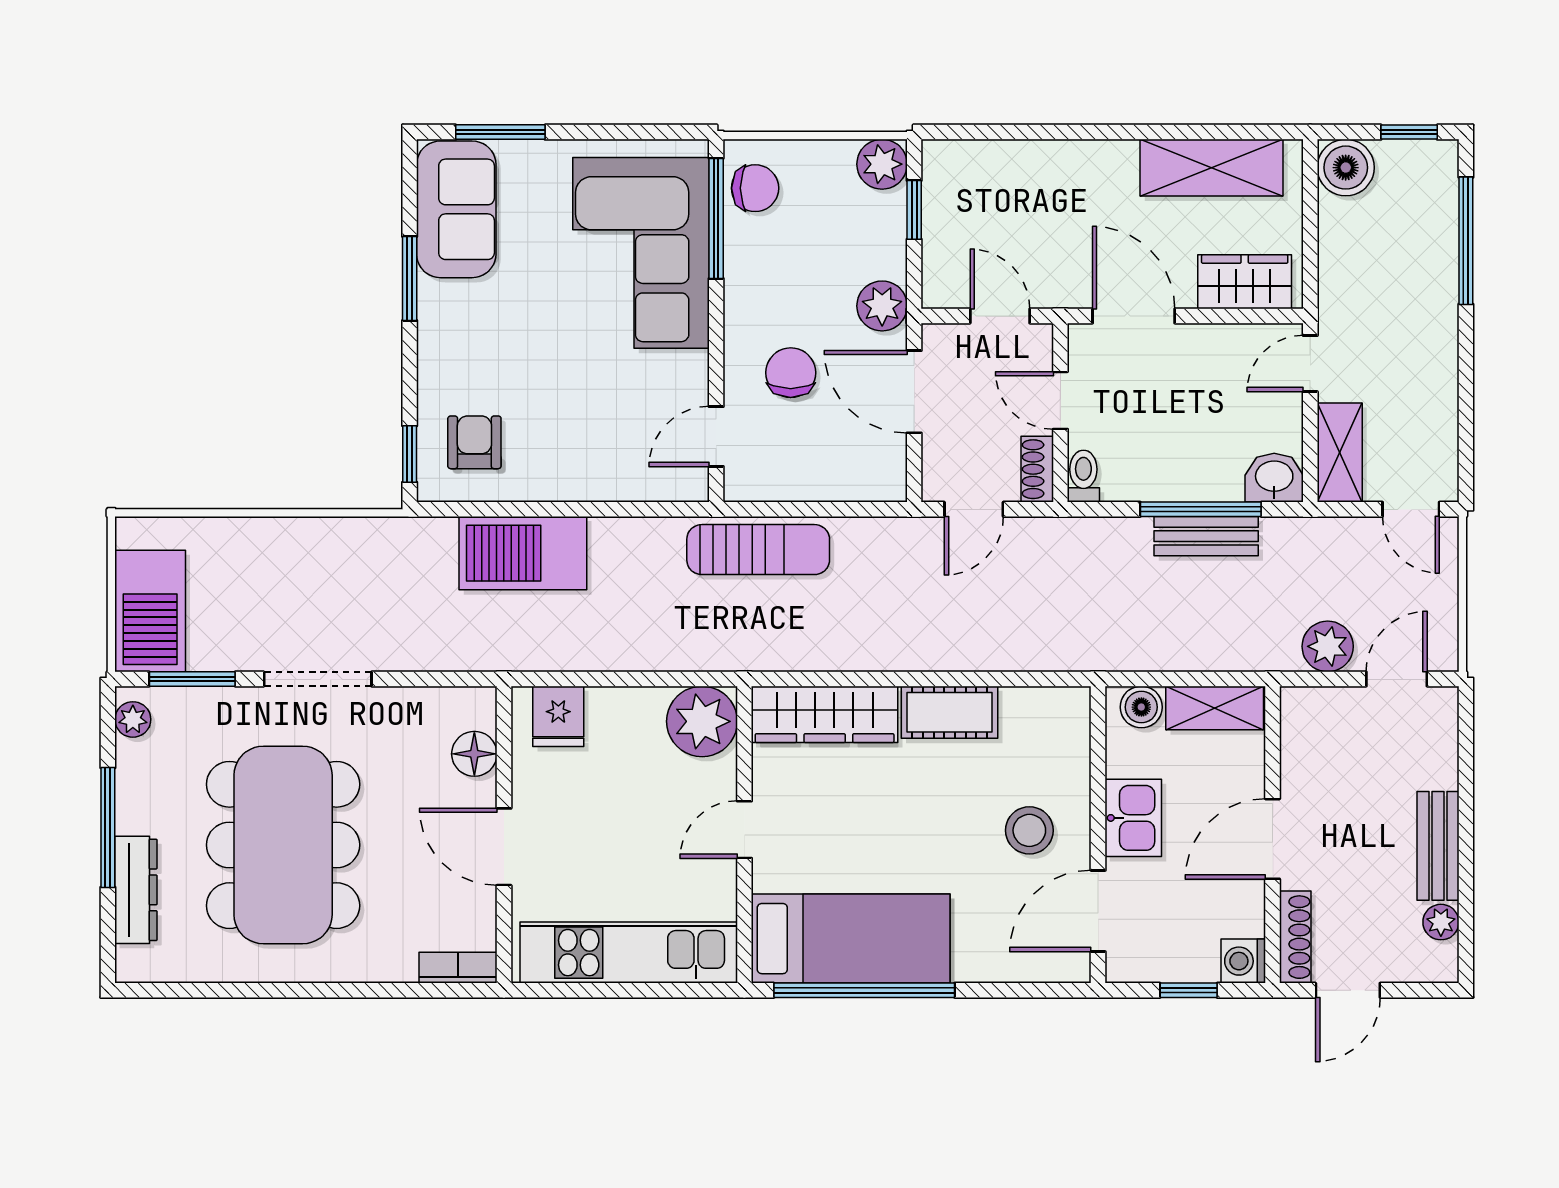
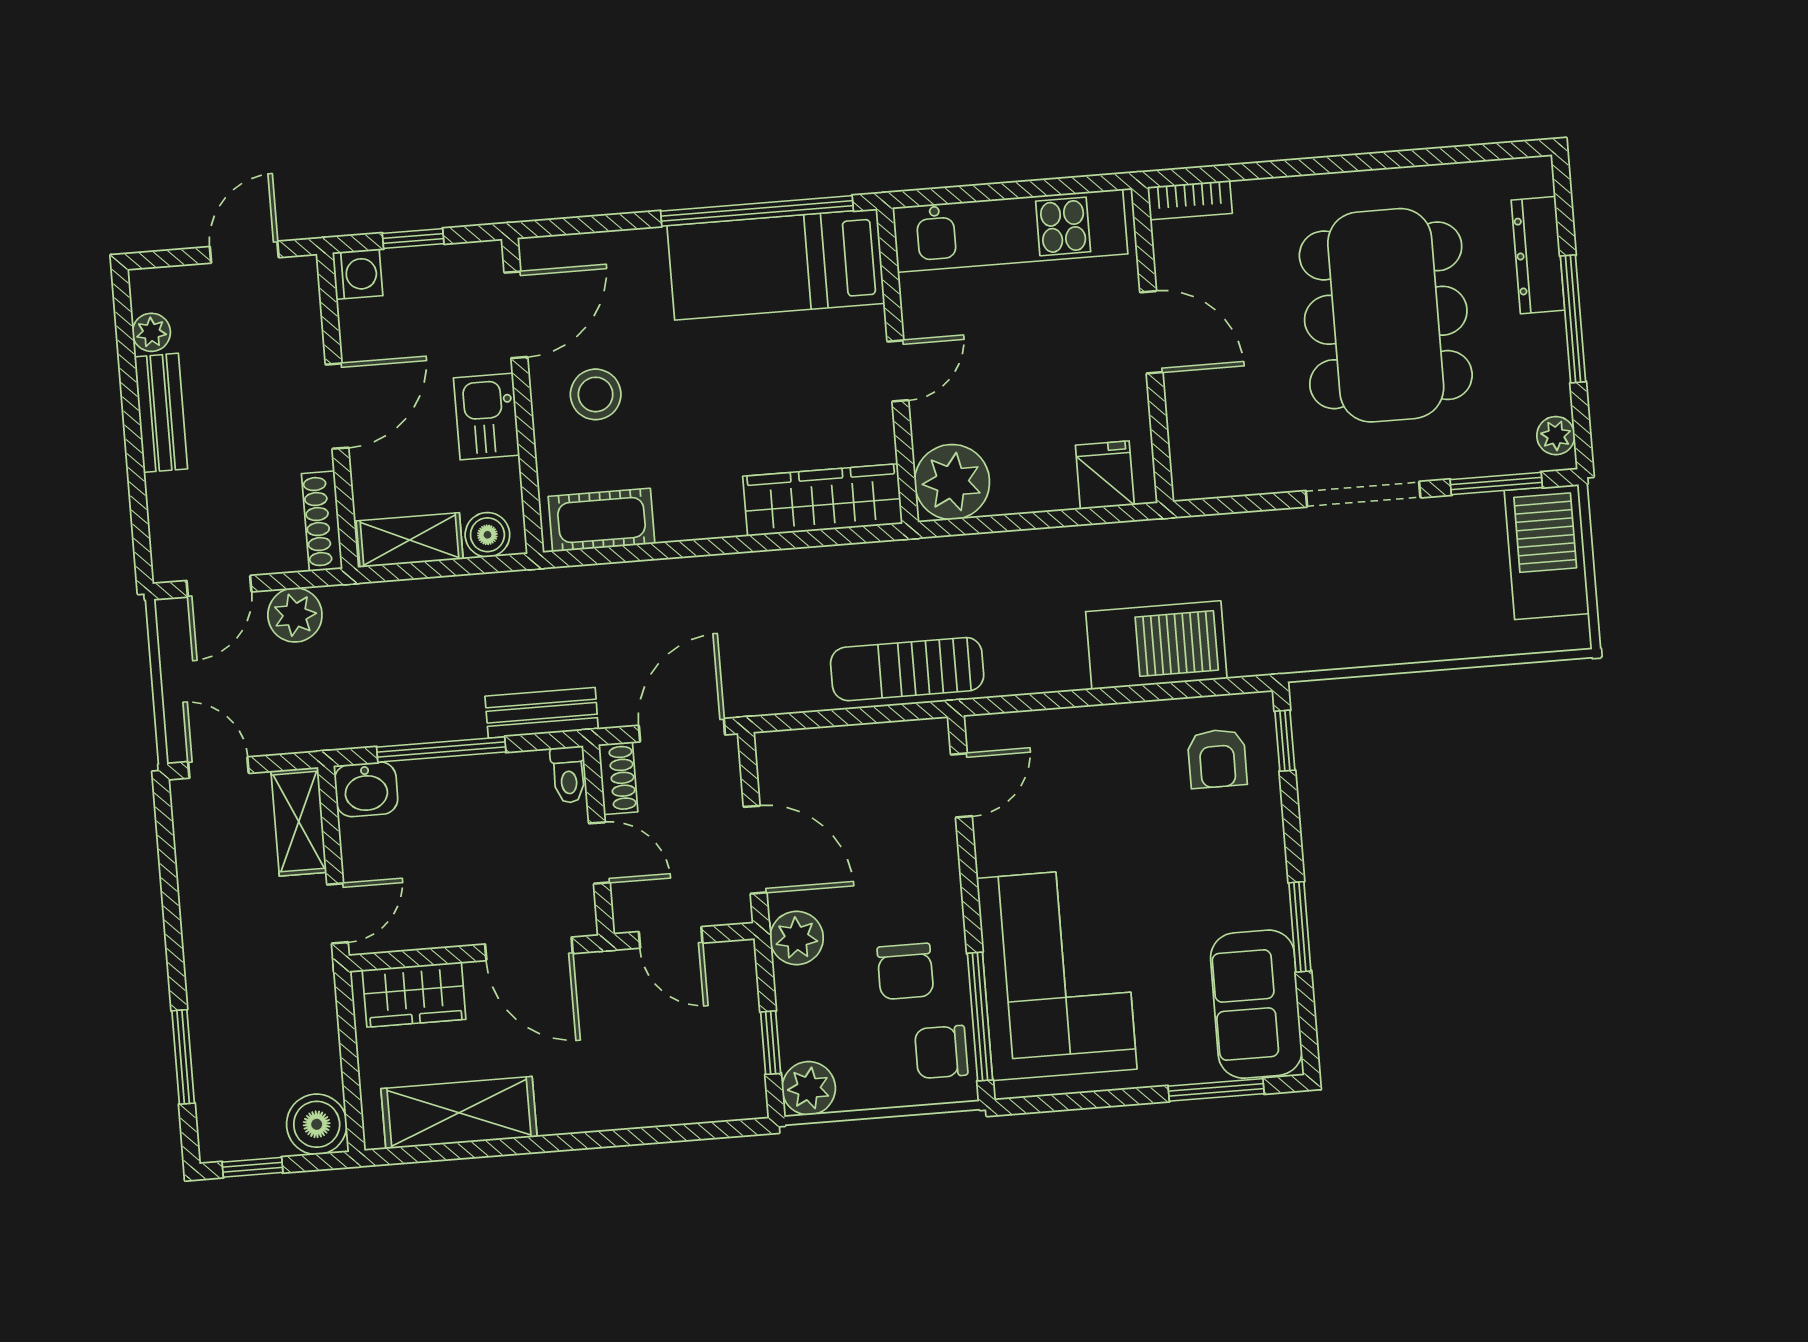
window: (1466, 241) -> (183, 1057), width x0.69
chair: (791, 373) -> (905, 971), moved
door: (974, 509) -> (682, 730), width x1.38
bench: (1206, 536) -> (542, 713), moved
cot: (950, 712) -> (602, 520), moved
floor lamp: (474, 754) -> (1191, 428), removed
shoe rack: (1295, 937) -> (322, 521), moved

